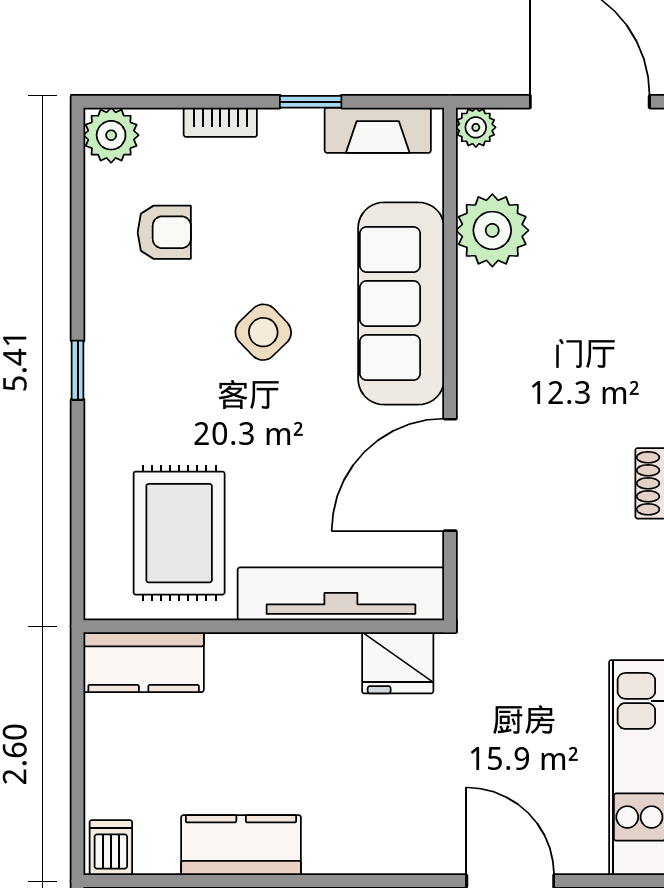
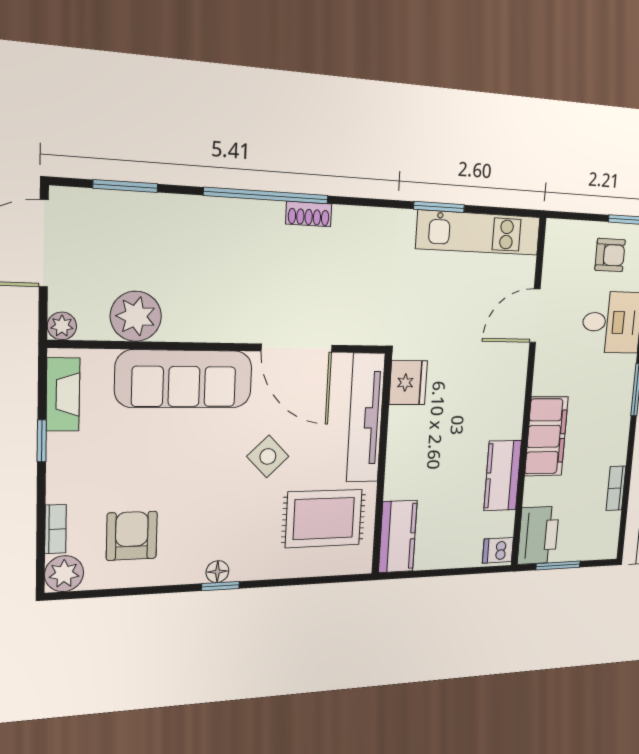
bookcase: (220, 122) -> (55, 529), moved
armchair: (164, 232) -> (132, 536), width x1.38, depth x1.38
side table: (263, 332) -> (268, 456), moved
floor lamp: (101, 365) -> (217, 572), added

